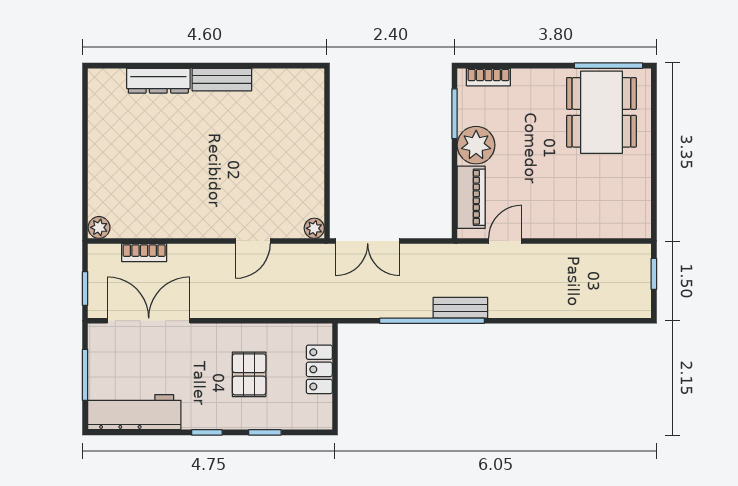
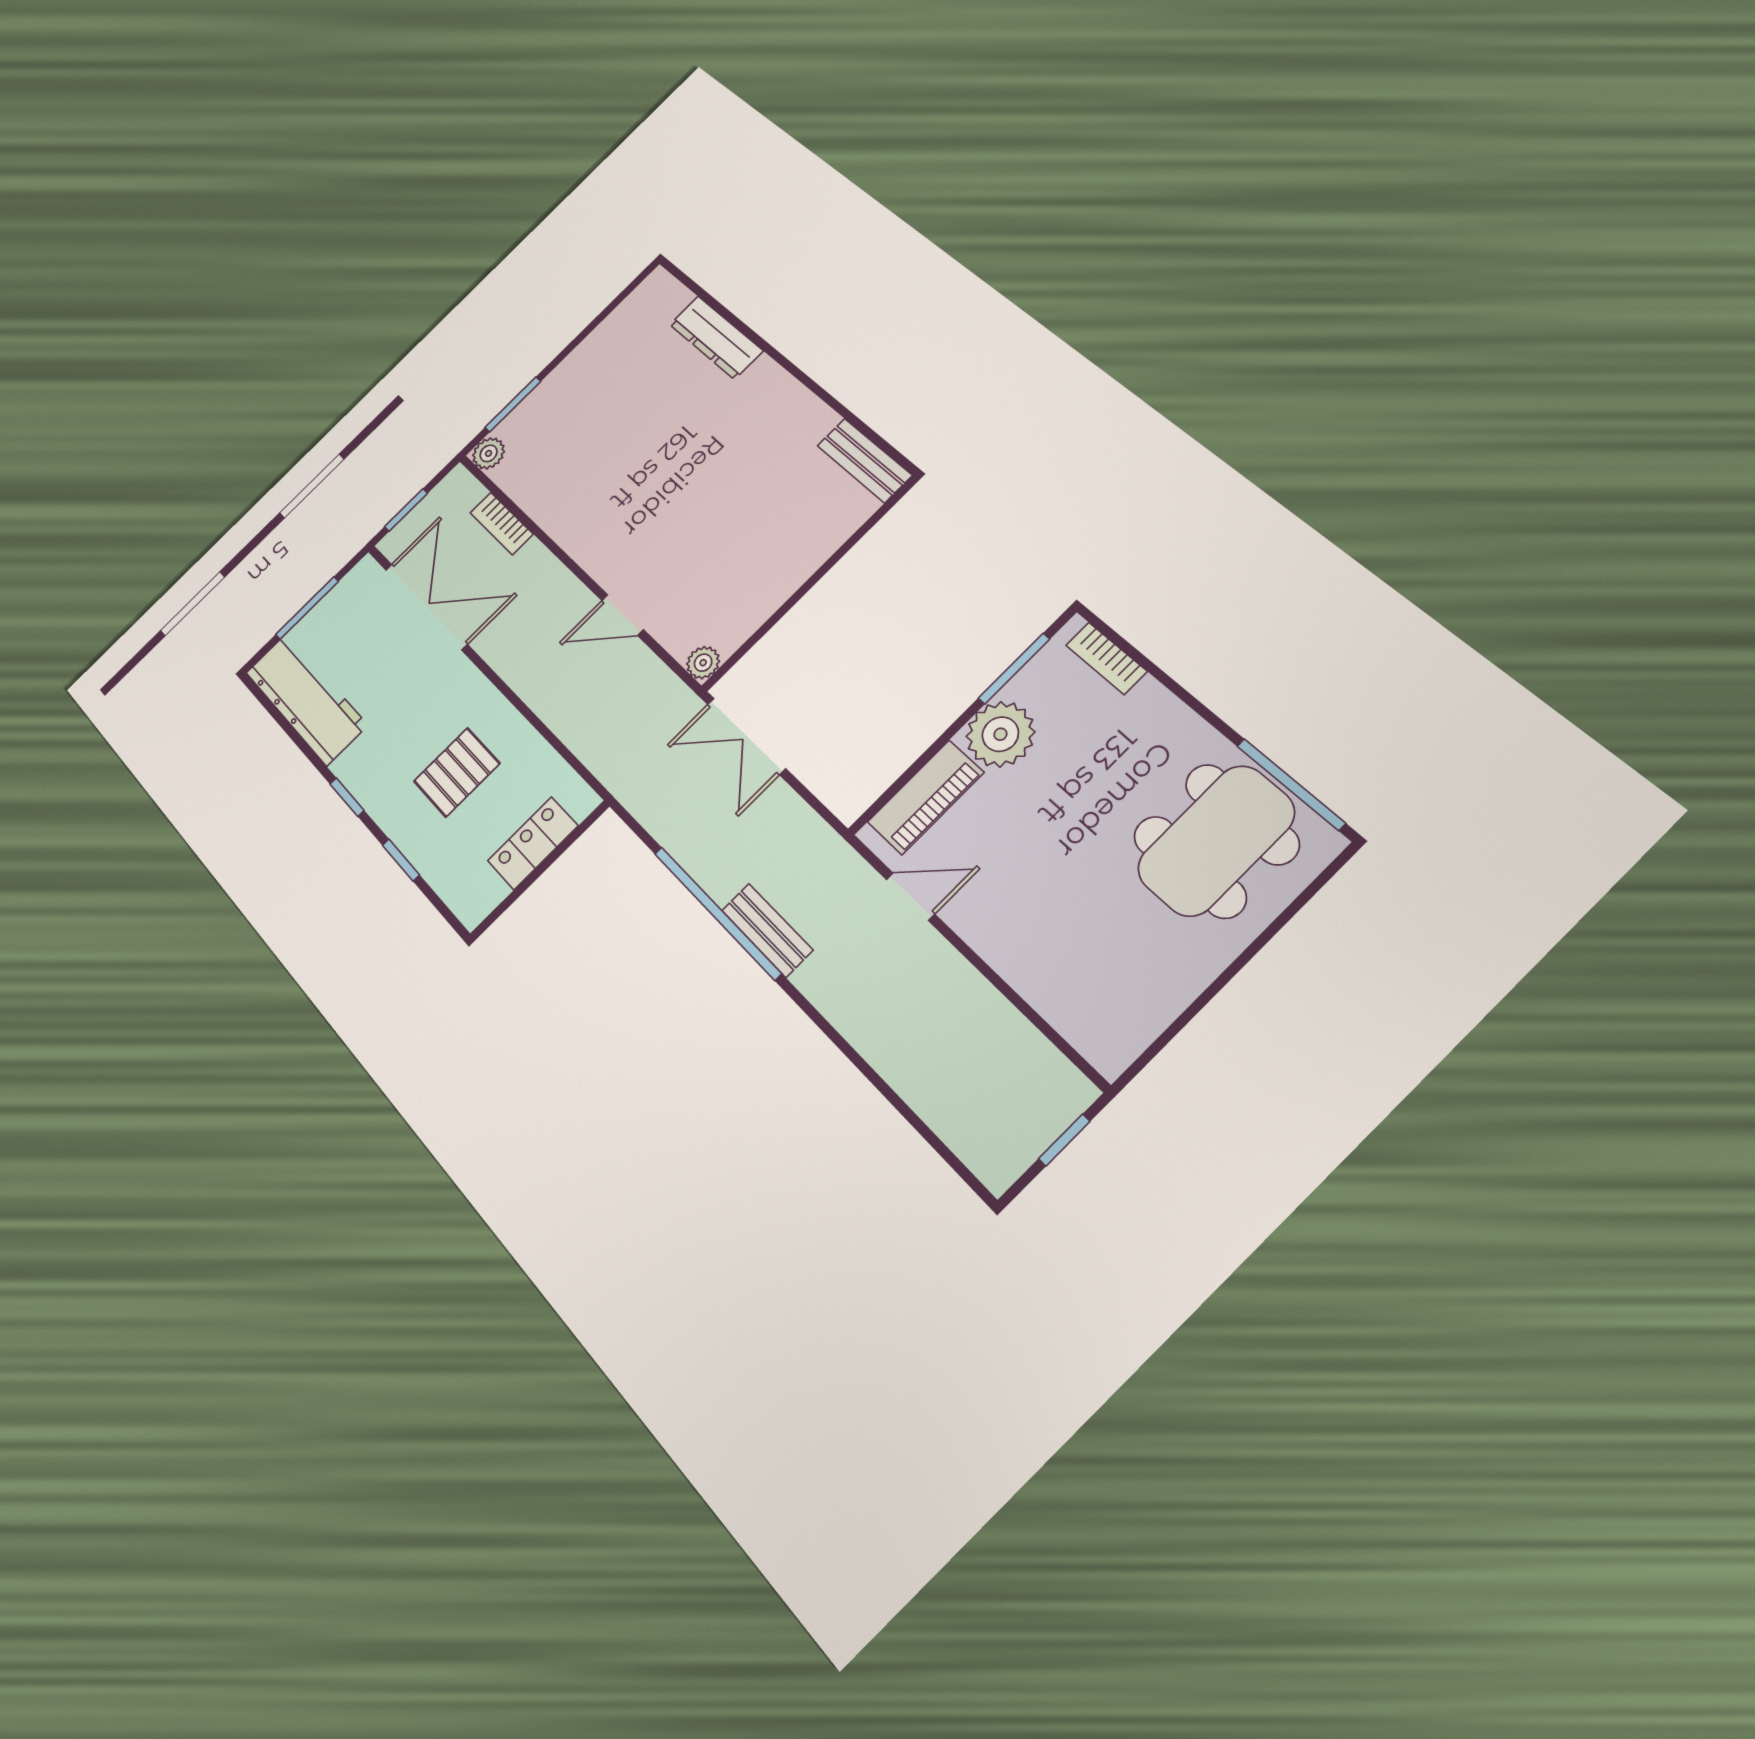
bench: (222, 80) -> (864, 460), moved
window: (85, 195) -> (513, 404), added

